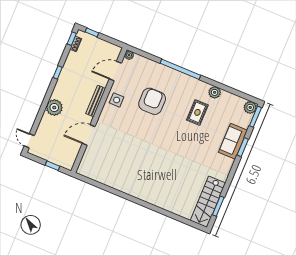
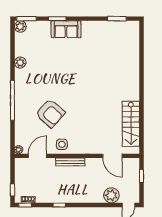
door: (115, 71) -> (37, 156), swing flipped
armchair: (152, 101) -> (50, 113), turned -139
plant: (54, 108) -> (111, 195), moved
rug: (197, 112) -> (44, 70), removed
door: (89, 135) -> (112, 156), moved
sofa: (233, 141) -> (66, 29), moved
stairs: (208, 202) -> (131, 124), moved, turned 90

